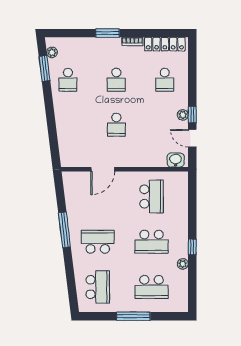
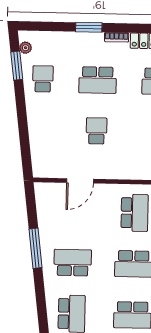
school desk: (68, 80) -> (43, 79), turned 180
school desk: (116, 80) -> (98, 80), width x1.85
school desk: (116, 125) -> (96, 131), turned 180

